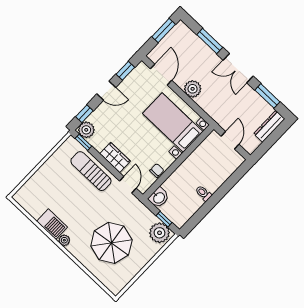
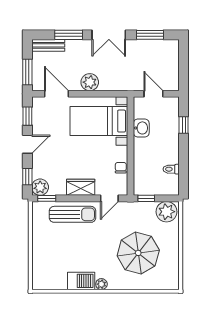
window: (164, 31) -> (27, 72), moved
bench: (188, 35) -> (48, 45), added
dresser: (269, 126) -> (173, 56), removed
sun lounger: (91, 171) -> (73, 214), turned 180
window: (230, 183) -> (184, 125), added
door: (128, 185) -> (109, 198), swing flipped
toilet: (203, 193) -> (171, 169), moved
washbasin: (159, 198) -> (141, 128), moved
window: (164, 219) -> (146, 198), moved

